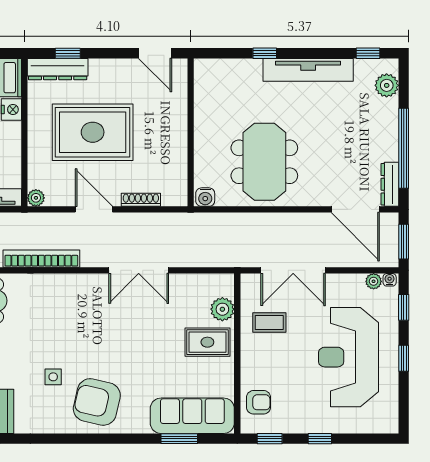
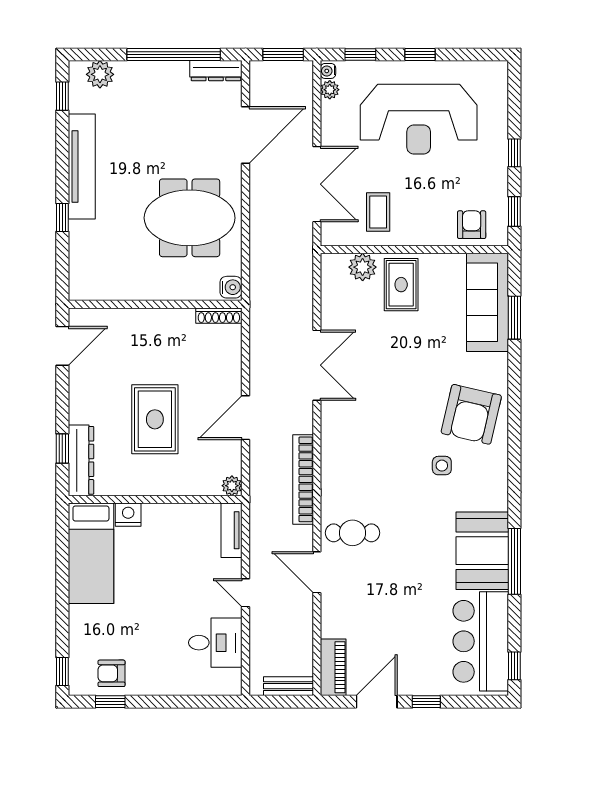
rug: (93, 132) -> (155, 419), width x0.73, depth x0.69
shoe rack: (141, 200) -> (219, 316), moved, turned -90
door: (355, 209) -> (245, 135), moved

